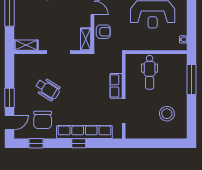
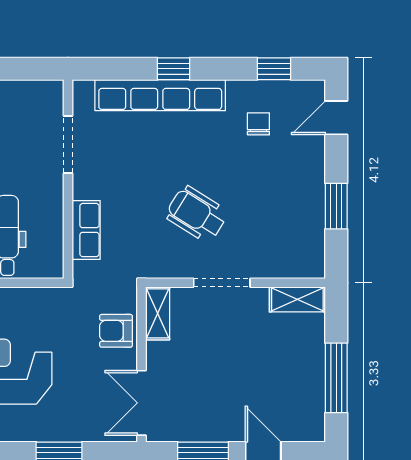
row of seats: (116, 86) -> (86, 230), moved
wheelchair: (48, 89) -> (197, 214), moved
window: (9, 98) -> (336, 206), moved
chair: (43, 120) -> (258, 124), width x0.54, depth x0.54

